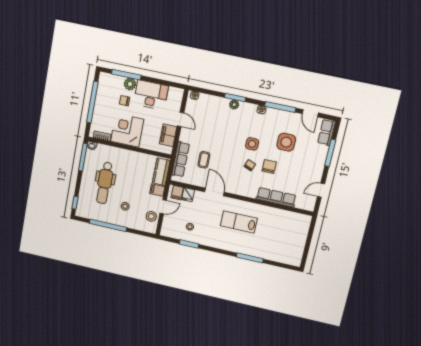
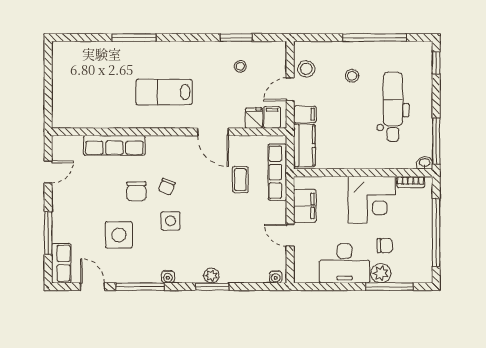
lab bench: (239, 222) -> (164, 92), turned 180

